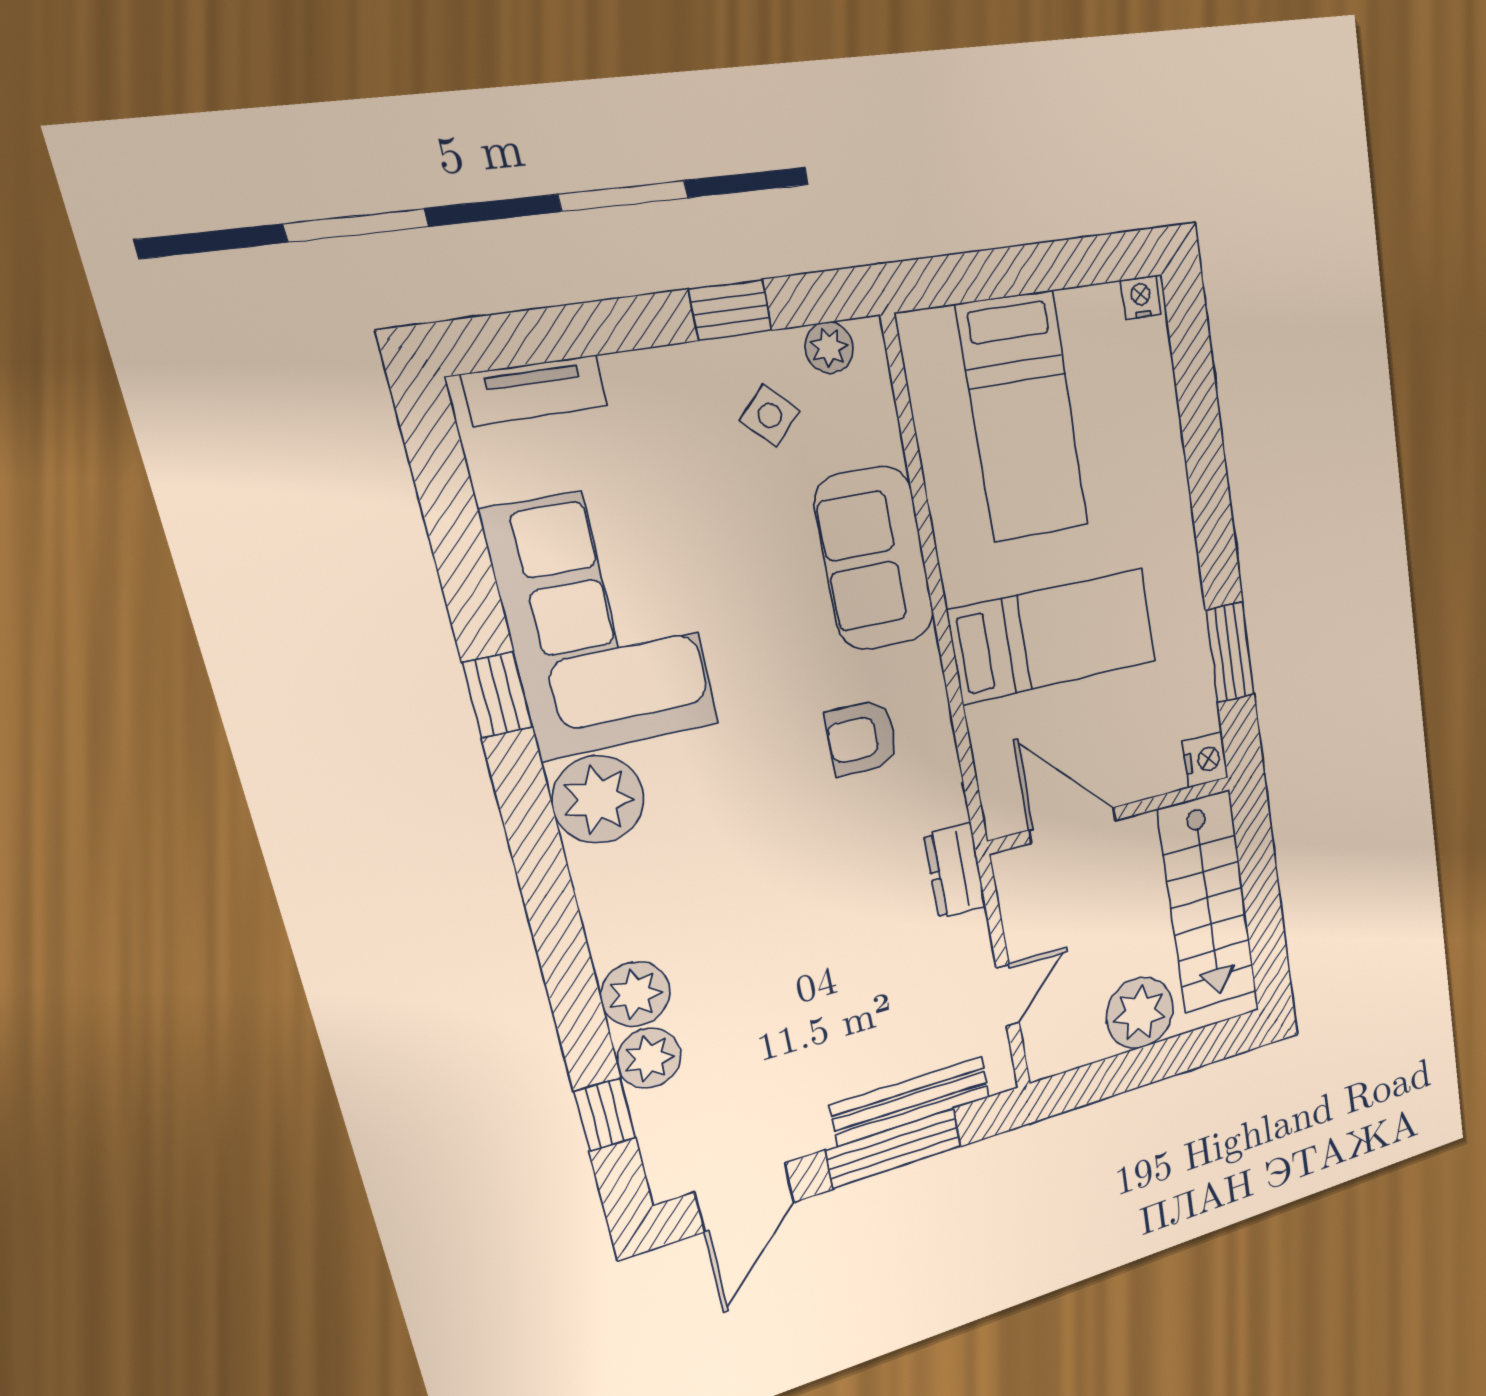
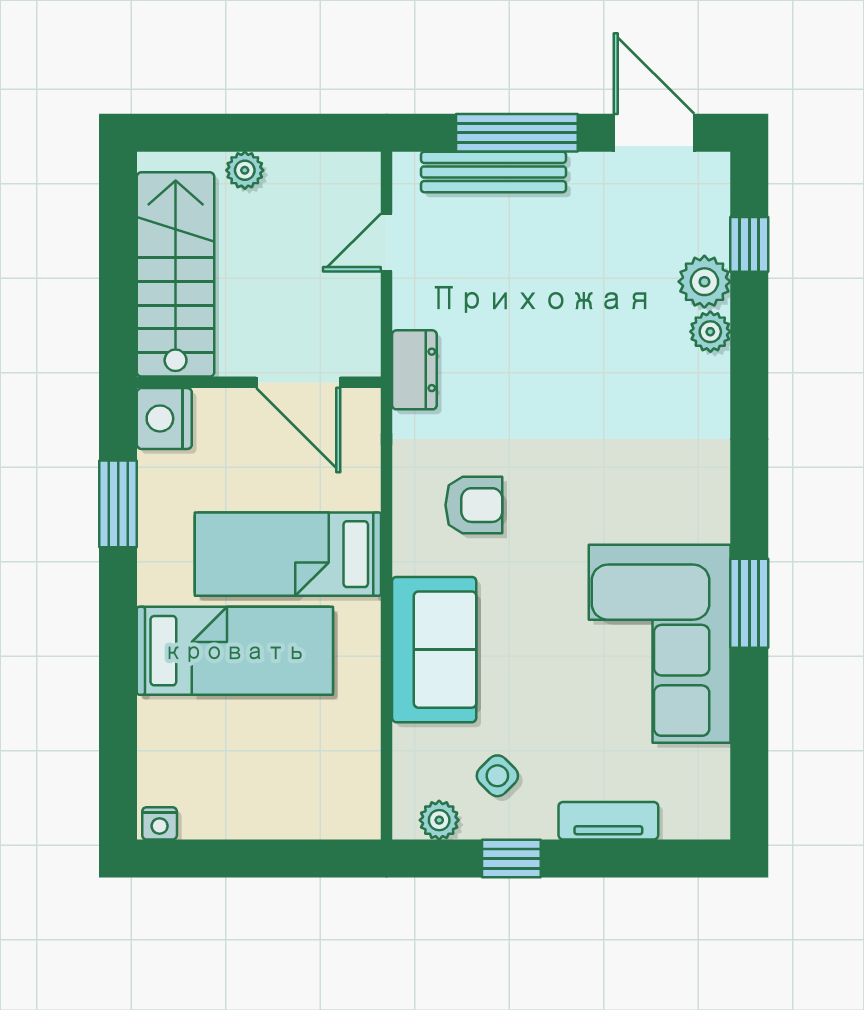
tv unit: (535, 390) -> (608, 821), moved
bed: (1023, 417) -> (235, 651), moved, turned 90
window: (497, 695) -> (749, 603), width x1.50
nightstand: (1205, 760) -> (164, 418), width x1.36, depth x1.33
plant: (598, 800) -> (695, 505), removed
plant: (635, 994) -> (710, 332), width x0.73, depth x0.73
plant: (1140, 1013) -> (245, 170), width x0.53, depth x0.53
door: (745, 1197) -> (654, 133), hinge flipped

